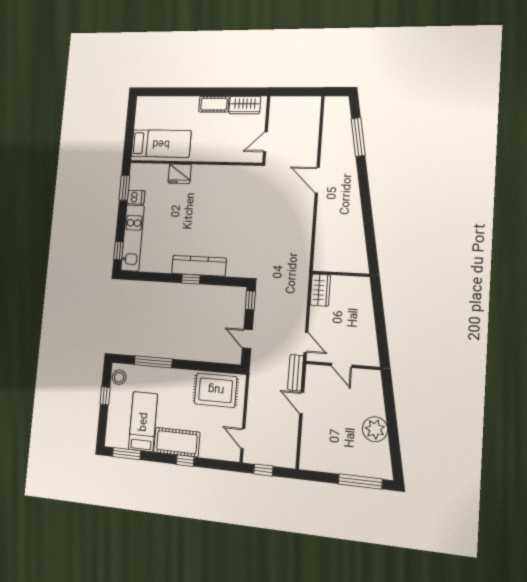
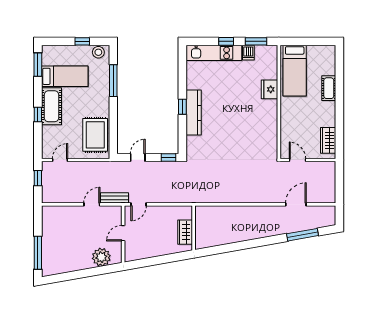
cot: (214, 104) -> (329, 88), moved
door: (317, 180) -> (296, 204), moved
window: (118, 251) -> (226, 41), moved
wardrobe: (320, 290) -> (185, 232), moved, turned 90
plant: (375, 429) -> (101, 257), moved

